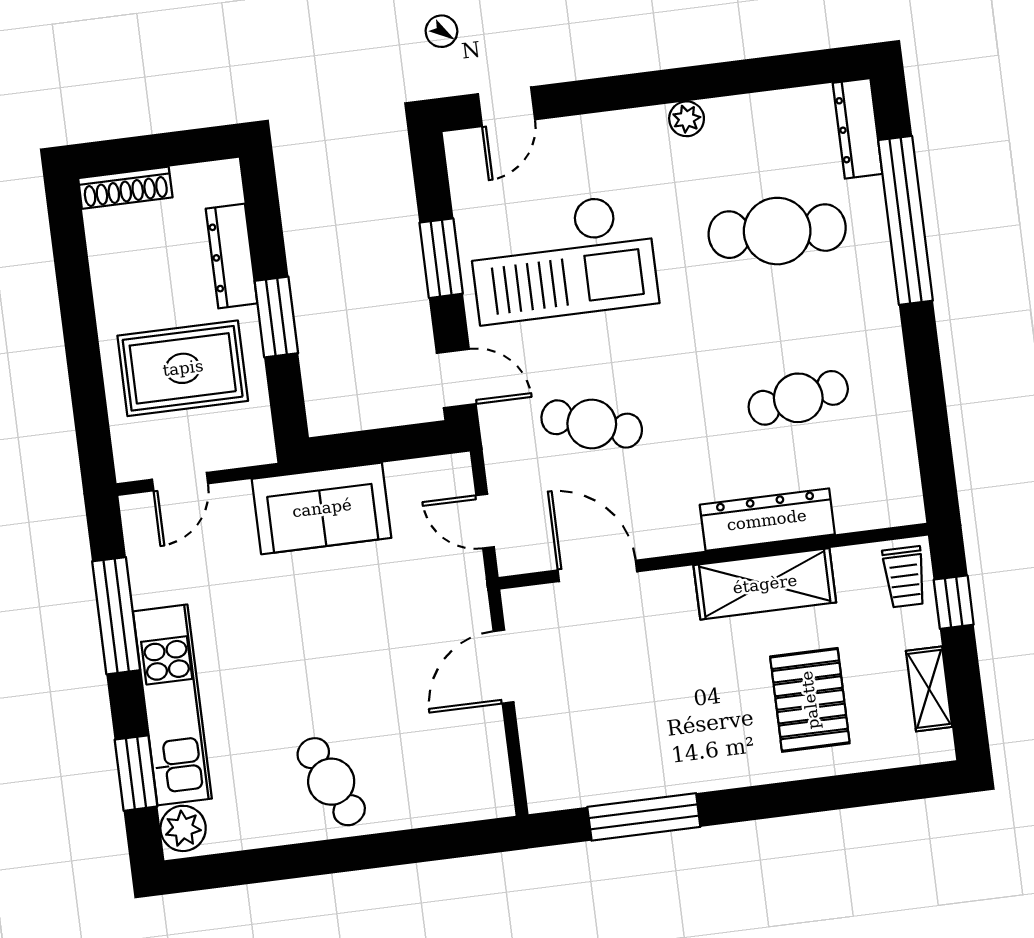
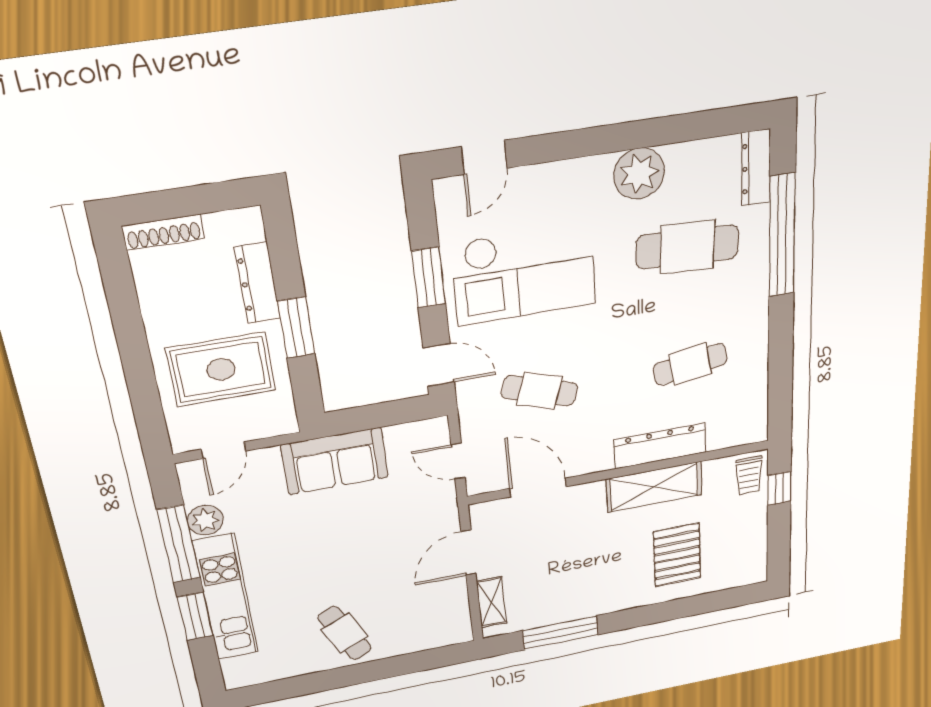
plant: (687, 119) -> (639, 174), width x1.88, depth x1.88
shelving: (929, 689) -> (492, 602), moved
window: (136, 773) -> (195, 616), moved
plant: (183, 828) -> (205, 520), moved

